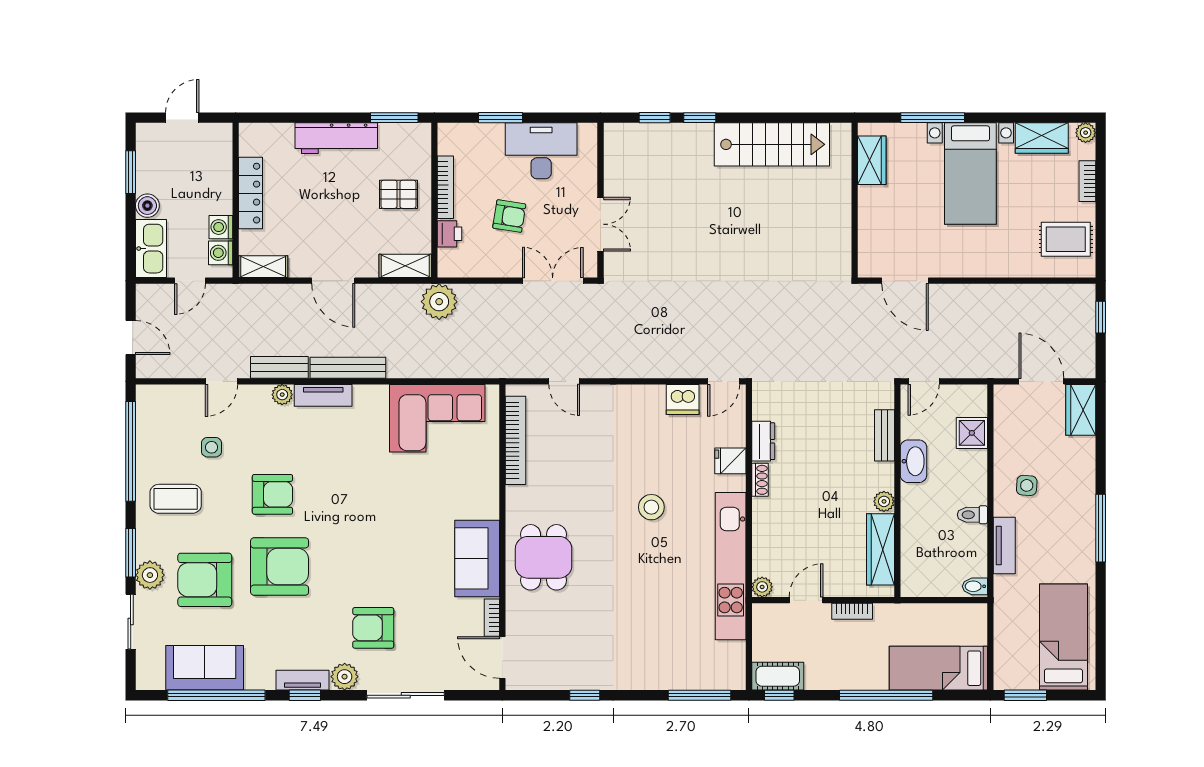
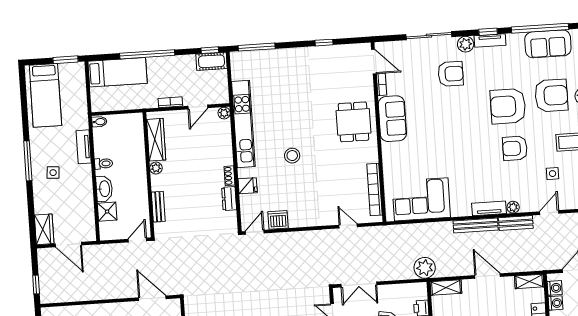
washbasin: (913, 461) -> (104, 189), moved, turned 180
side table: (1027, 485) -> (53, 173), moved

